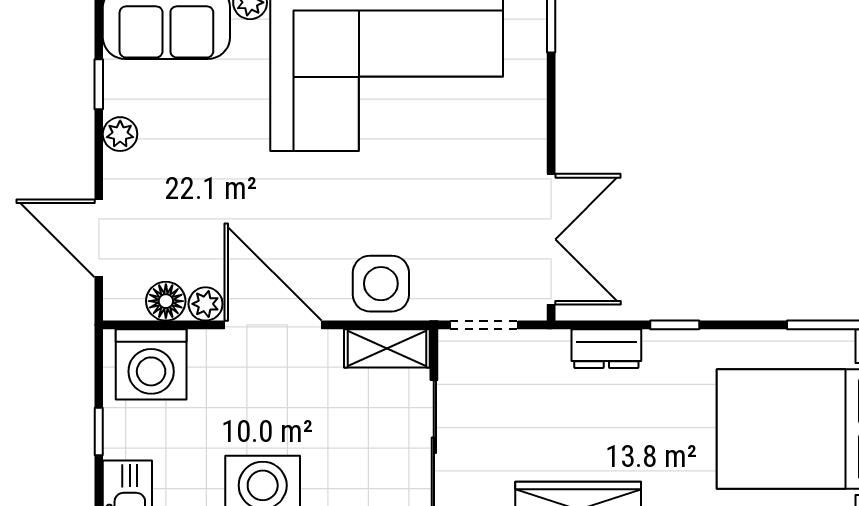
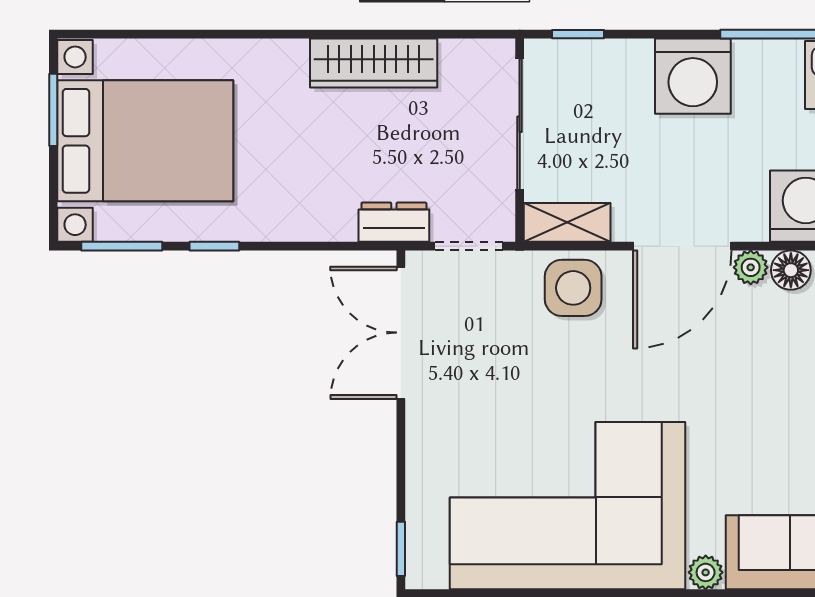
door: (273, 325) -> (682, 246), hinge flipped
window: (675, 325) -> (214, 246), moved
dresser: (606, 349) -> (394, 222), moved

